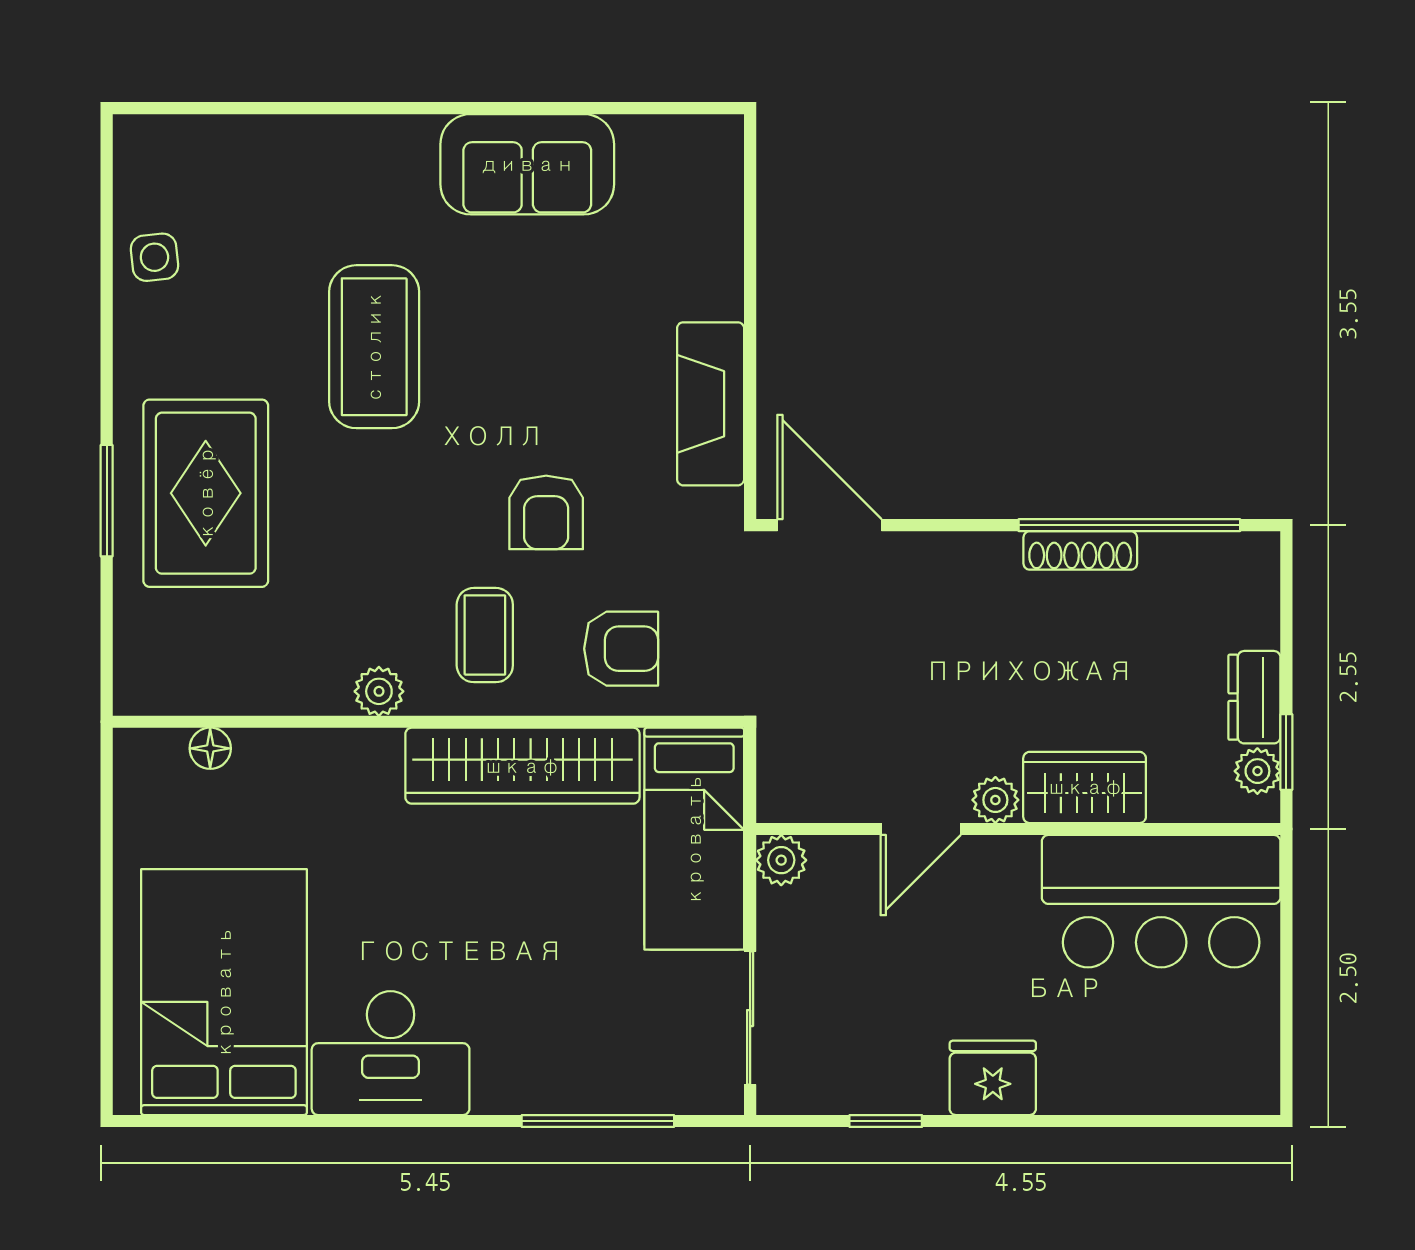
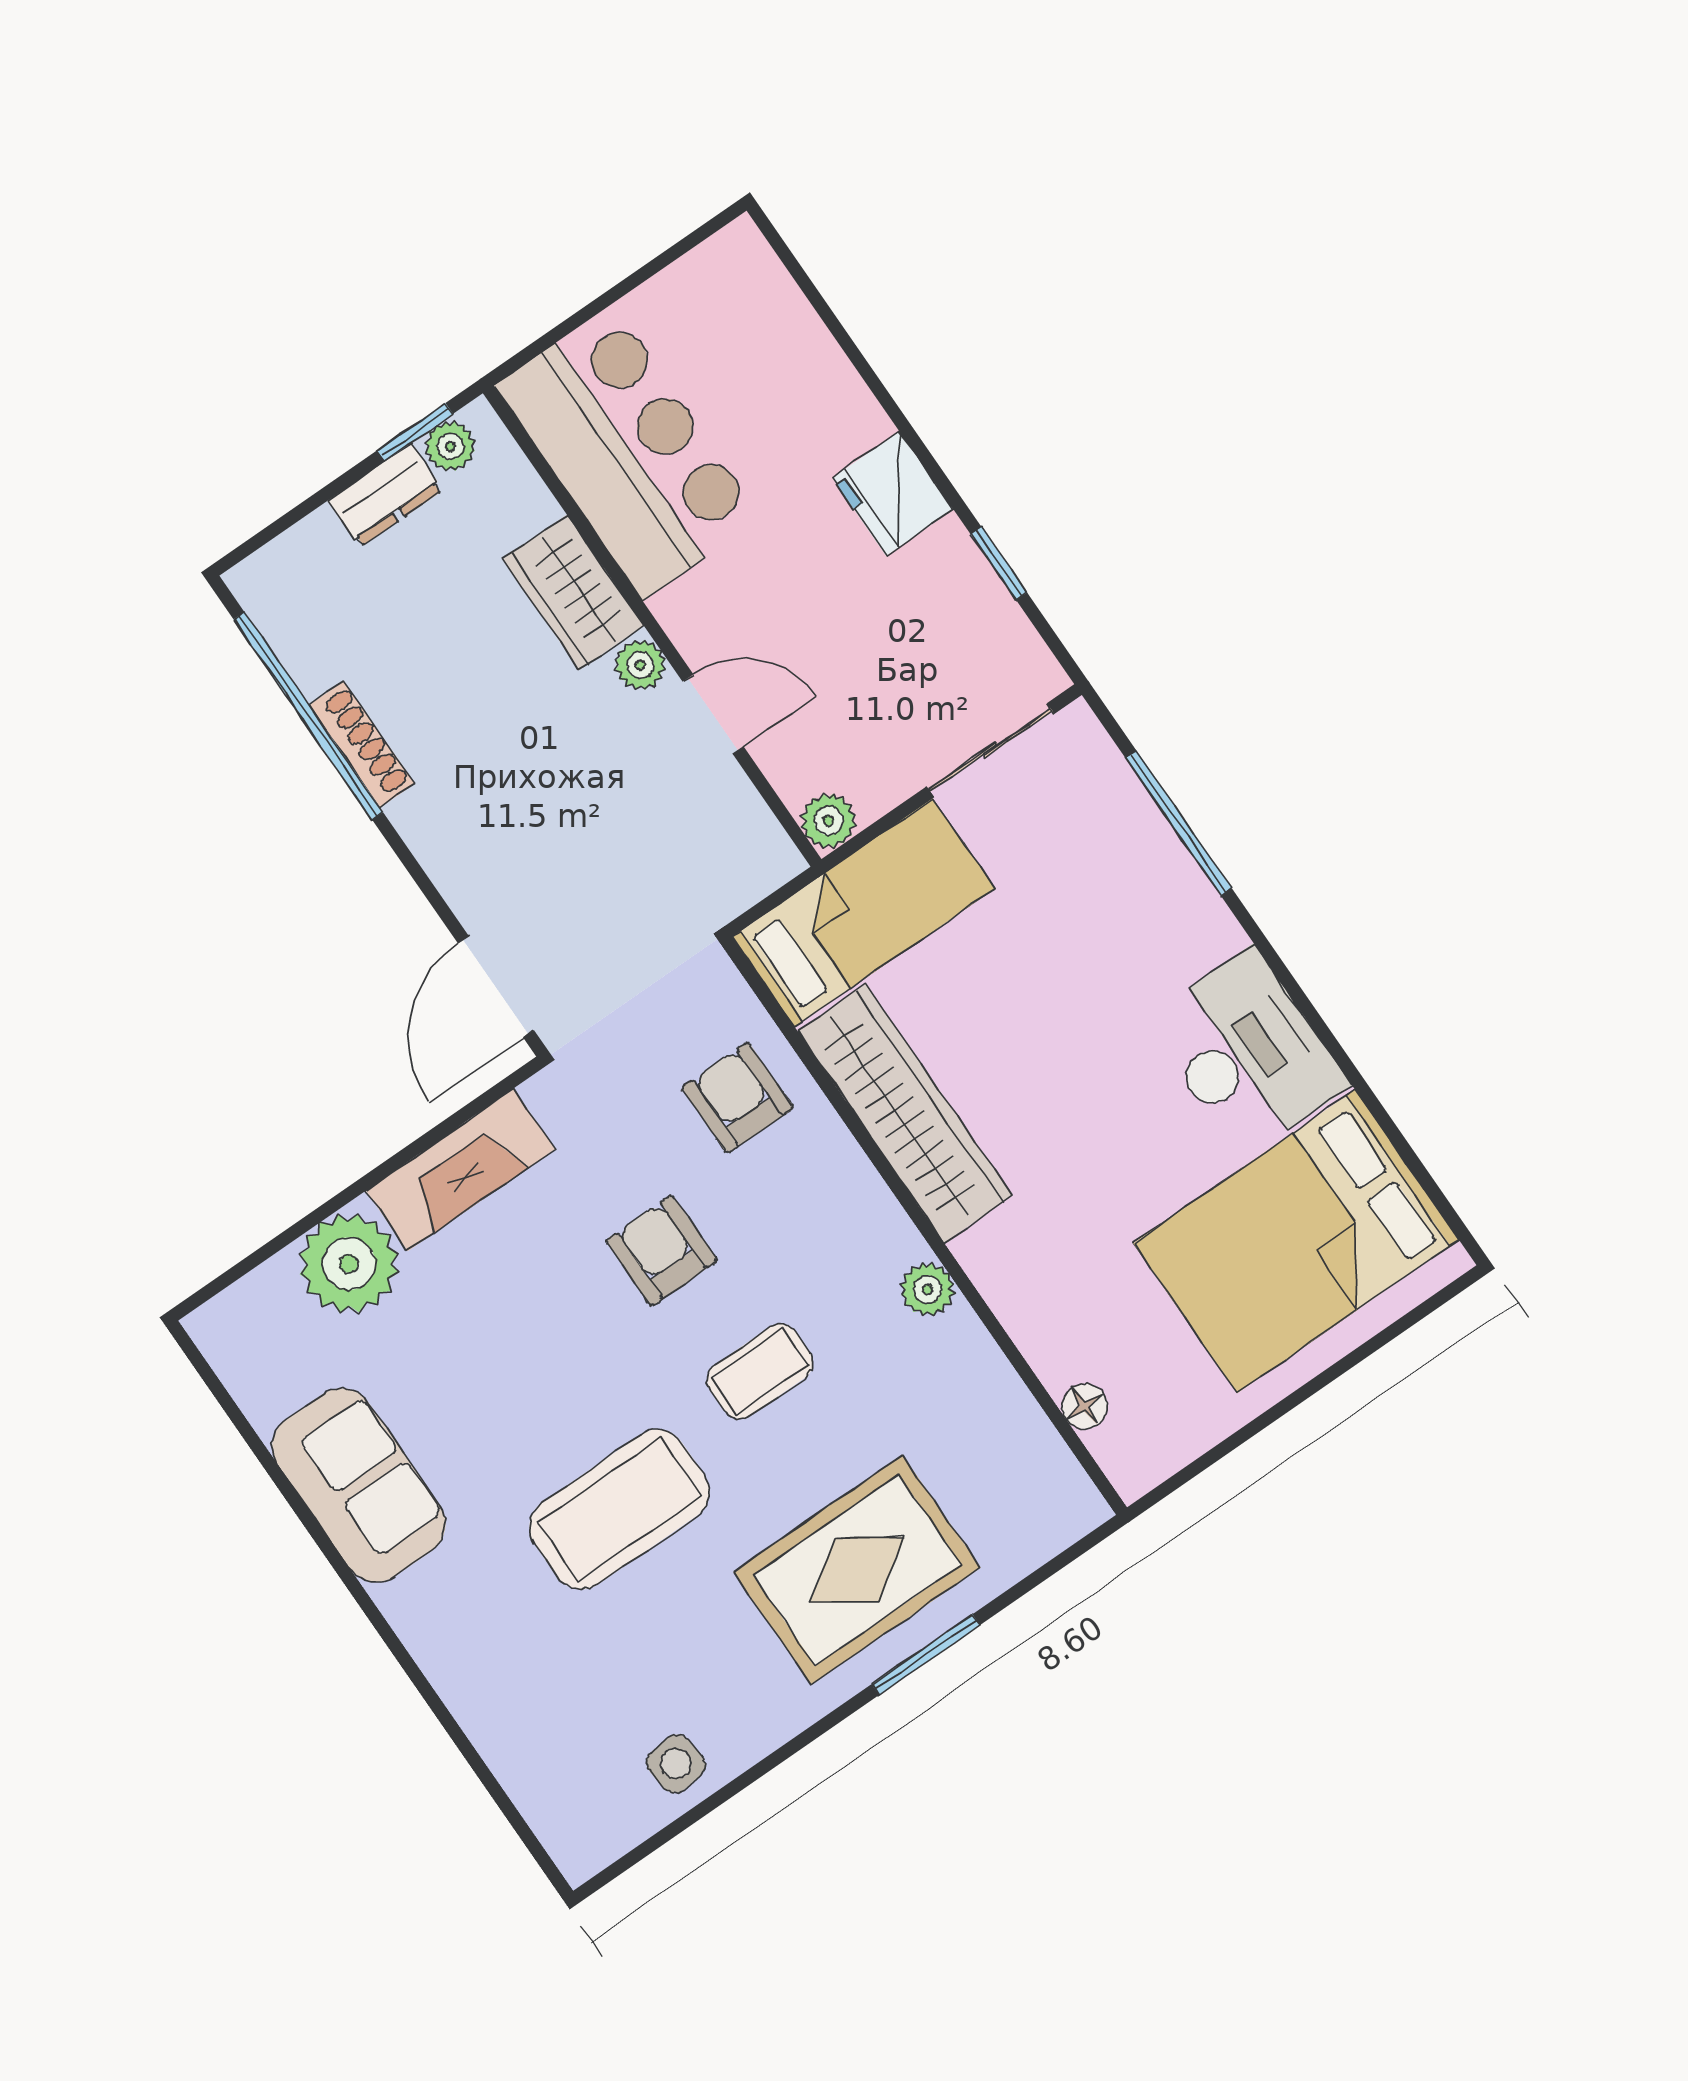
plant: (698, 272) -> (349, 1264), added
armchair: (546, 512) -> (661, 1250), turned -90
coffee table: (485, 635) -> (760, 1371), moved

